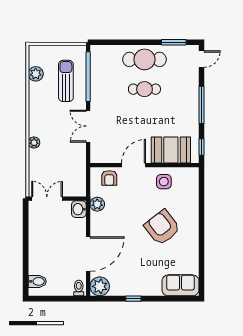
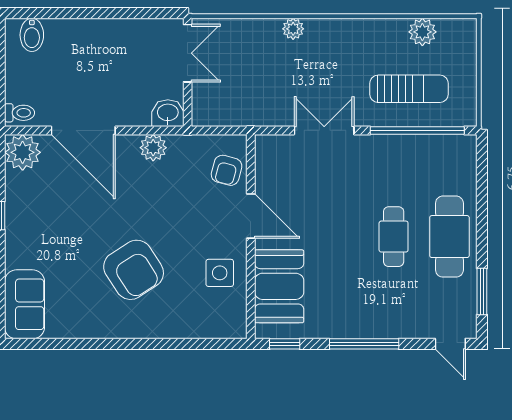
armchair: (109, 178) -> (227, 170), turned -75
plant: (97, 204) -> (153, 148), moved
armchair: (162, 227) -> (134, 270), turned 95

